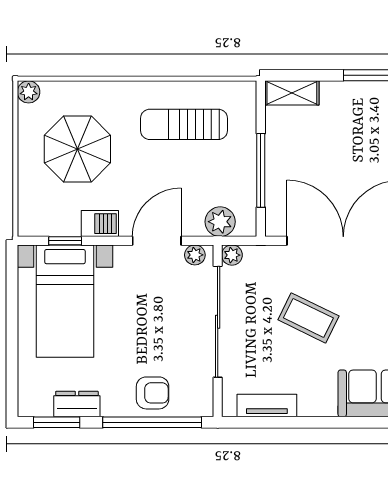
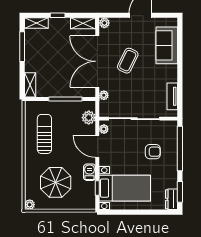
sun lounger: (184, 124) -> (44, 134), turned 180
plant: (232, 255) -> (104, 95), moved
coffee table: (308, 318) -> (128, 61), moved
armchair: (153, 393) -> (153, 152), moved, turned 90
dresser: (77, 404) -> (172, 199), moved

